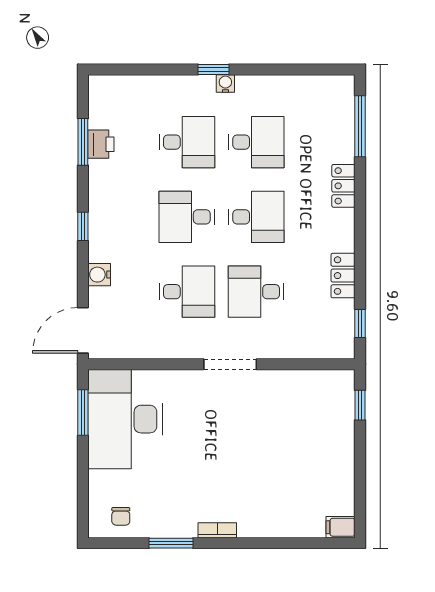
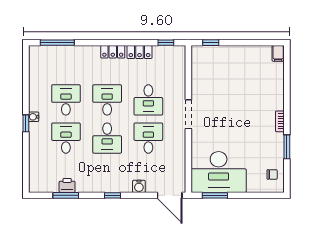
locker: (343, 186) -> (113, 52), moved

